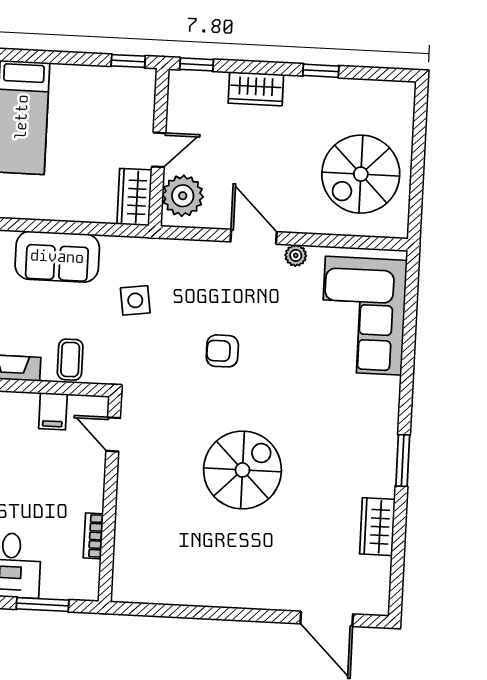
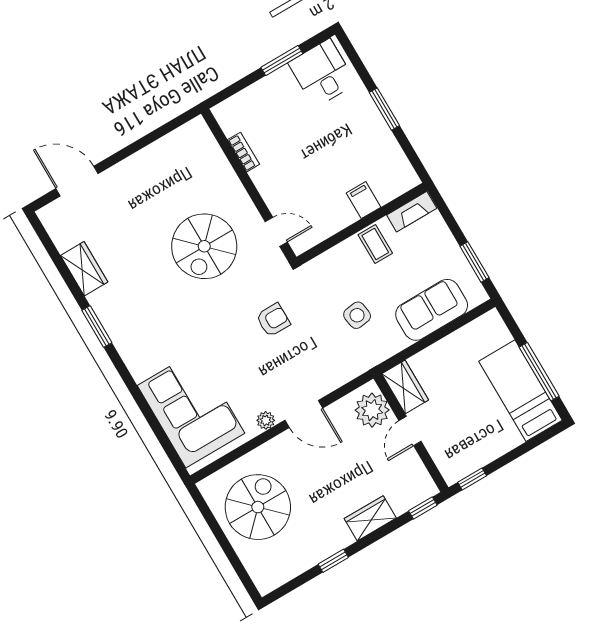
door: (113, 434) -> (276, 232), moved
wall: (110, 499) -> (249, 185), moved
bookcase: (93, 536) -> (243, 152), moved

